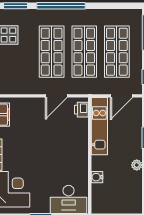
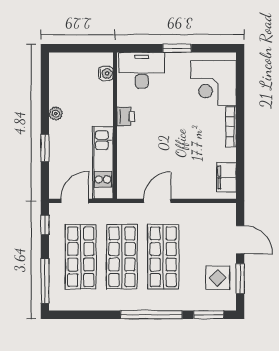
printer: (81, 110) -> (126, 116), moved
water cooler: (97, 177) -> (106, 73), moved

